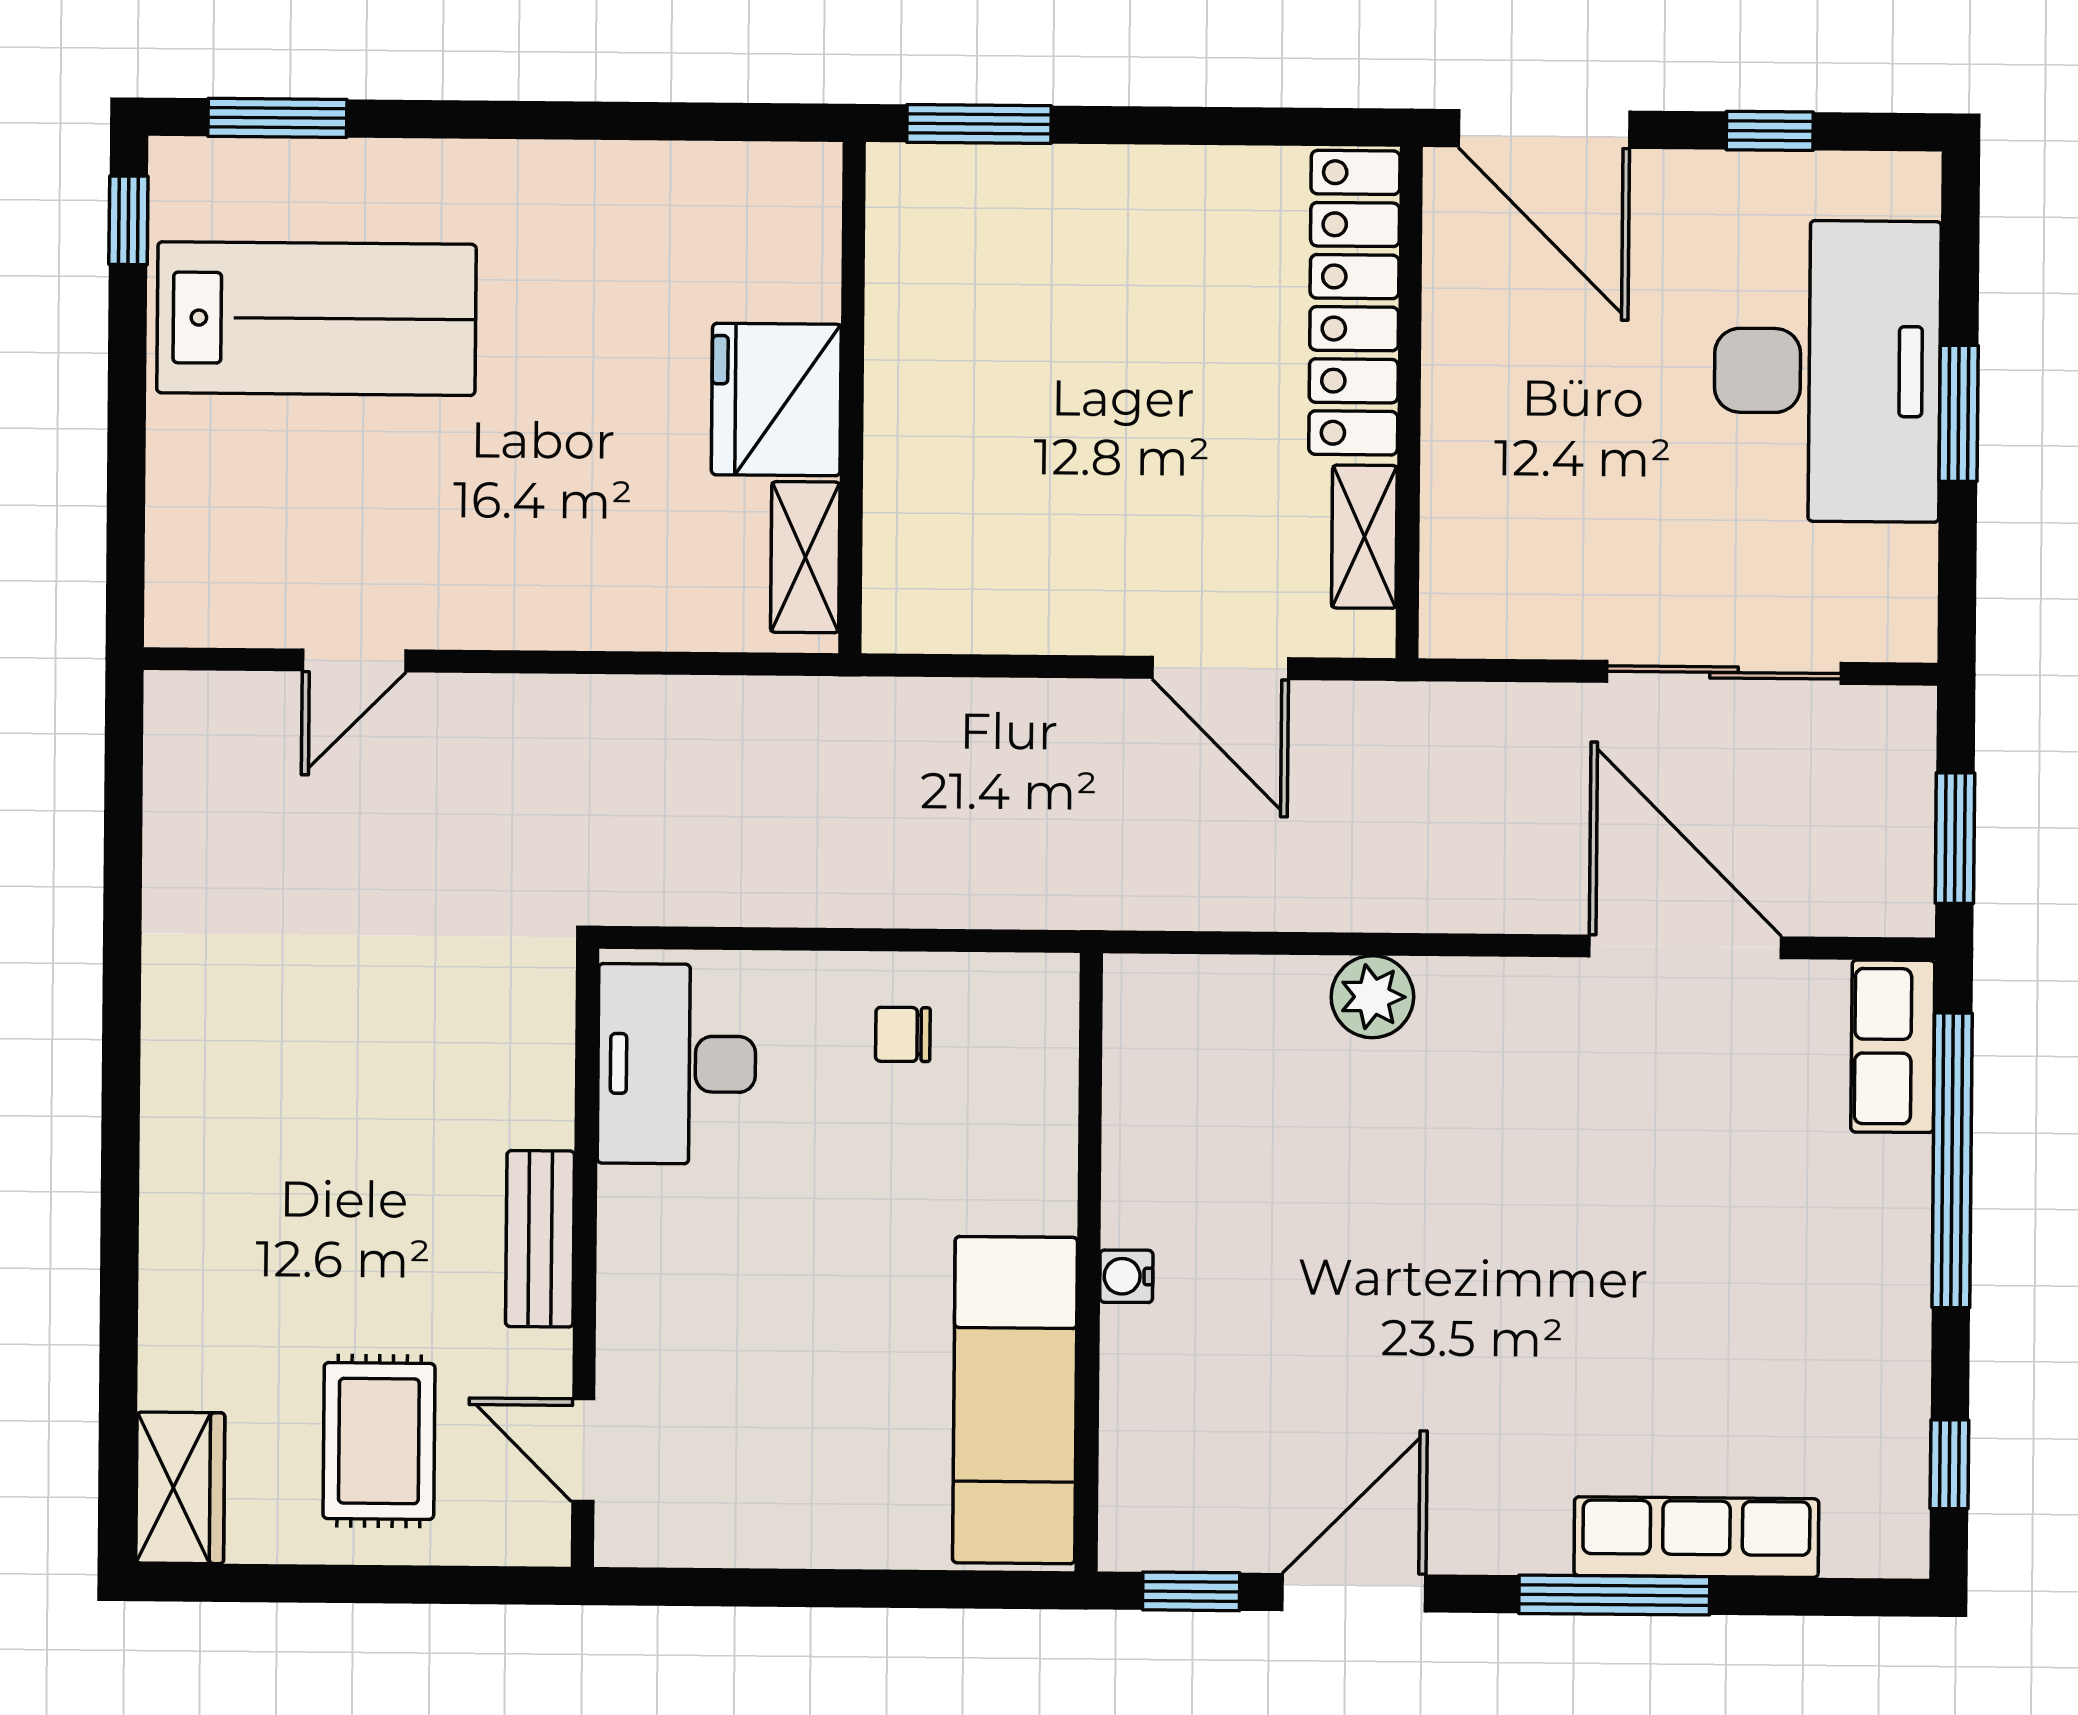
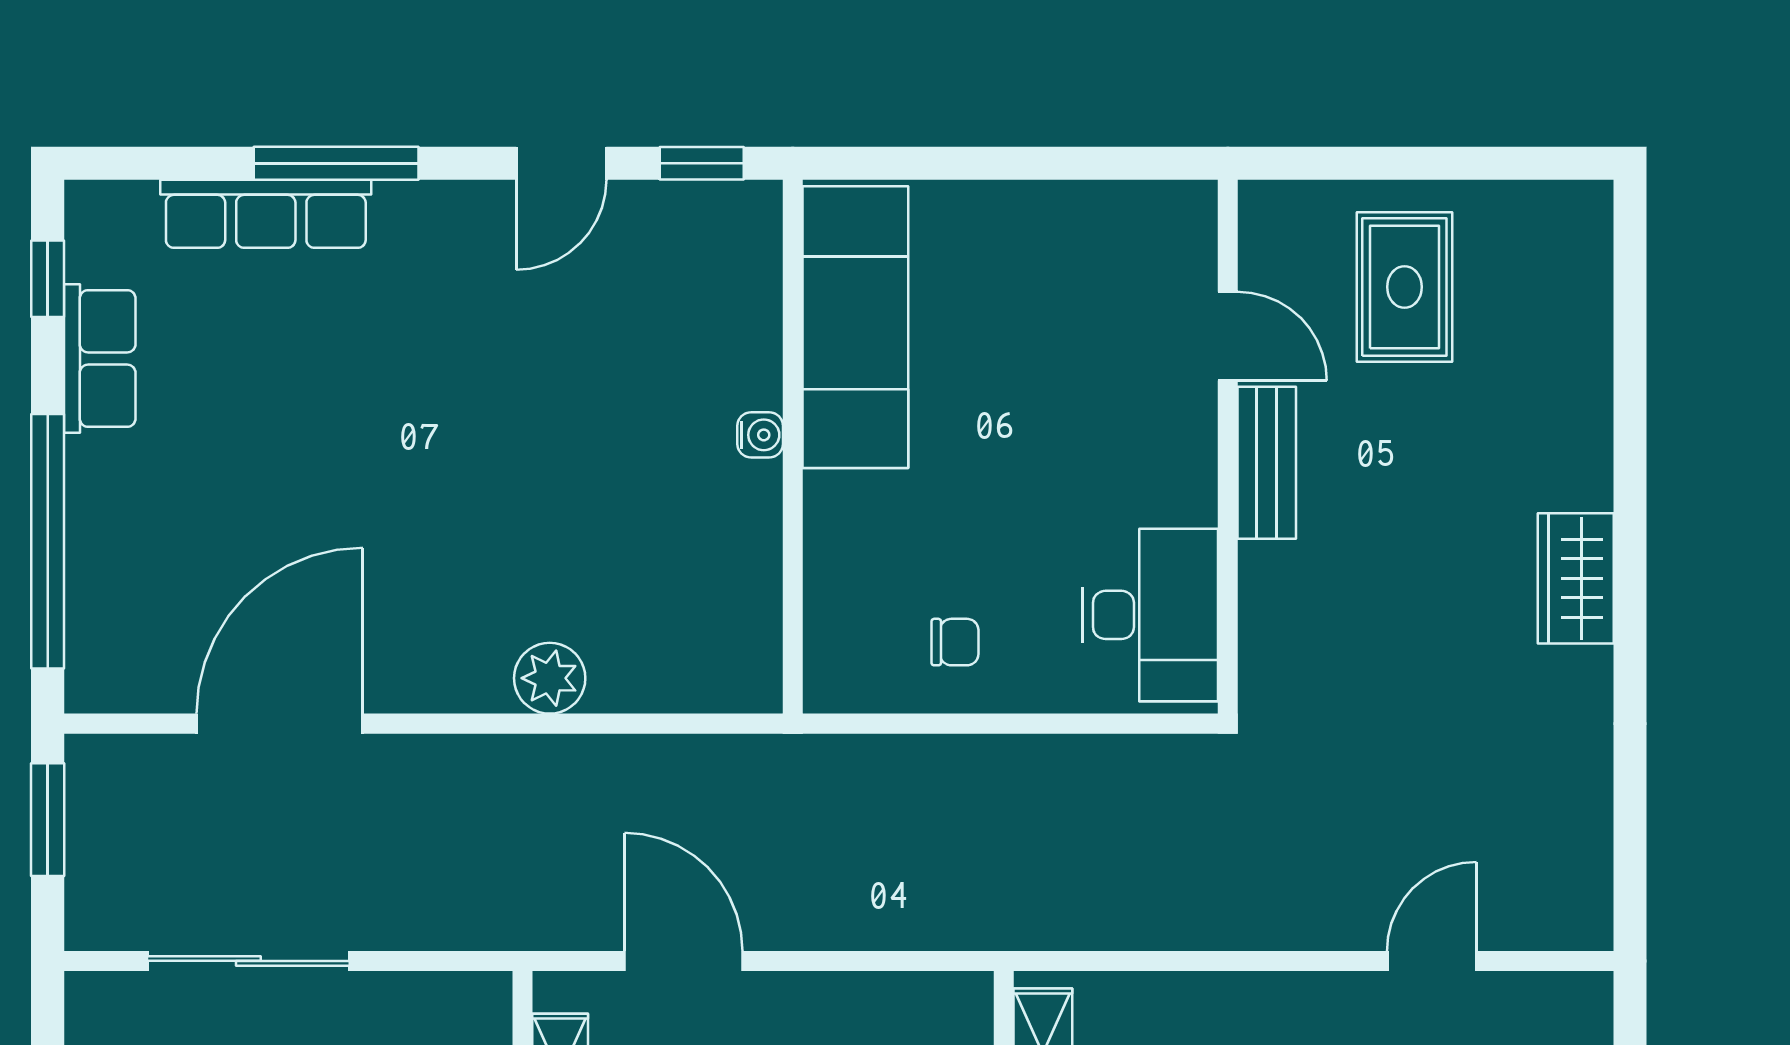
door: (1685, 947) -> (280, 724), swing flipped
row of seats: (1893, 1046) -> (100, 359), moved
door: (583, 1450) -> (1228, 336), moved
wardrobe: (180, 1488) -> (1576, 578), moved
door: (1354, 1593) -> (561, 163), width x0.73

